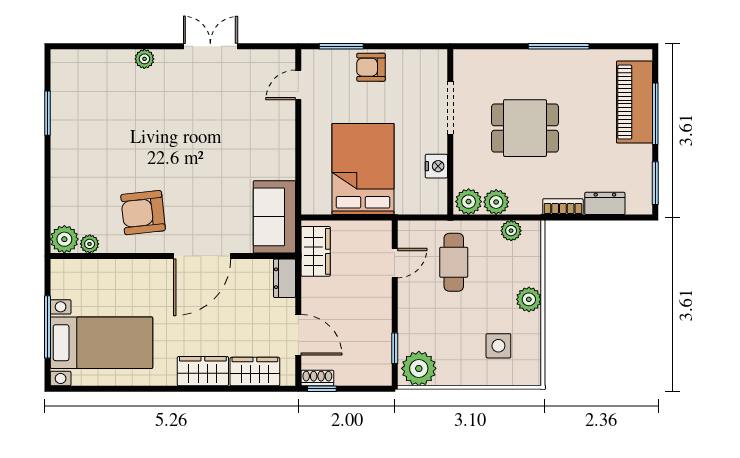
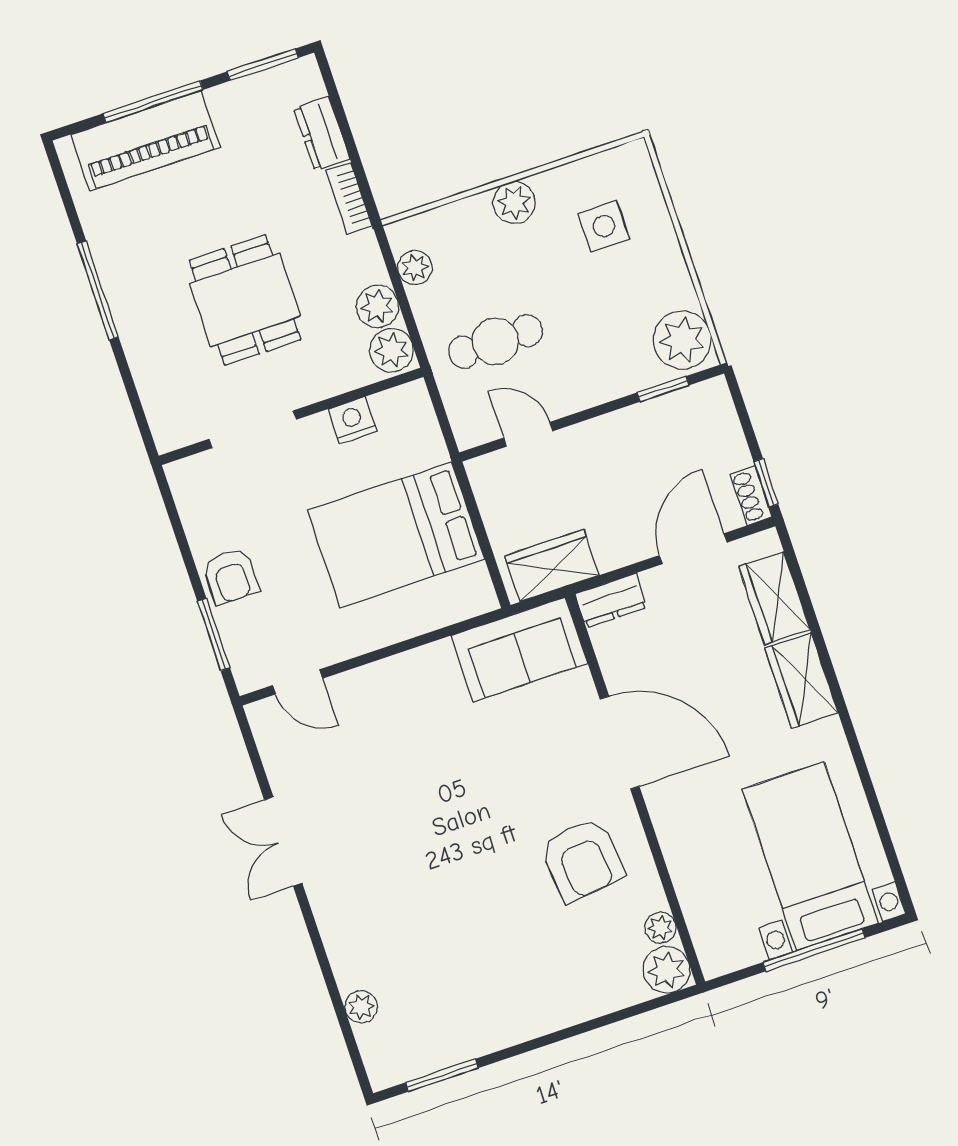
plant: (144, 59) -> (361, 1007), moved
window: (47, 113) -> (442, 1075), moved

